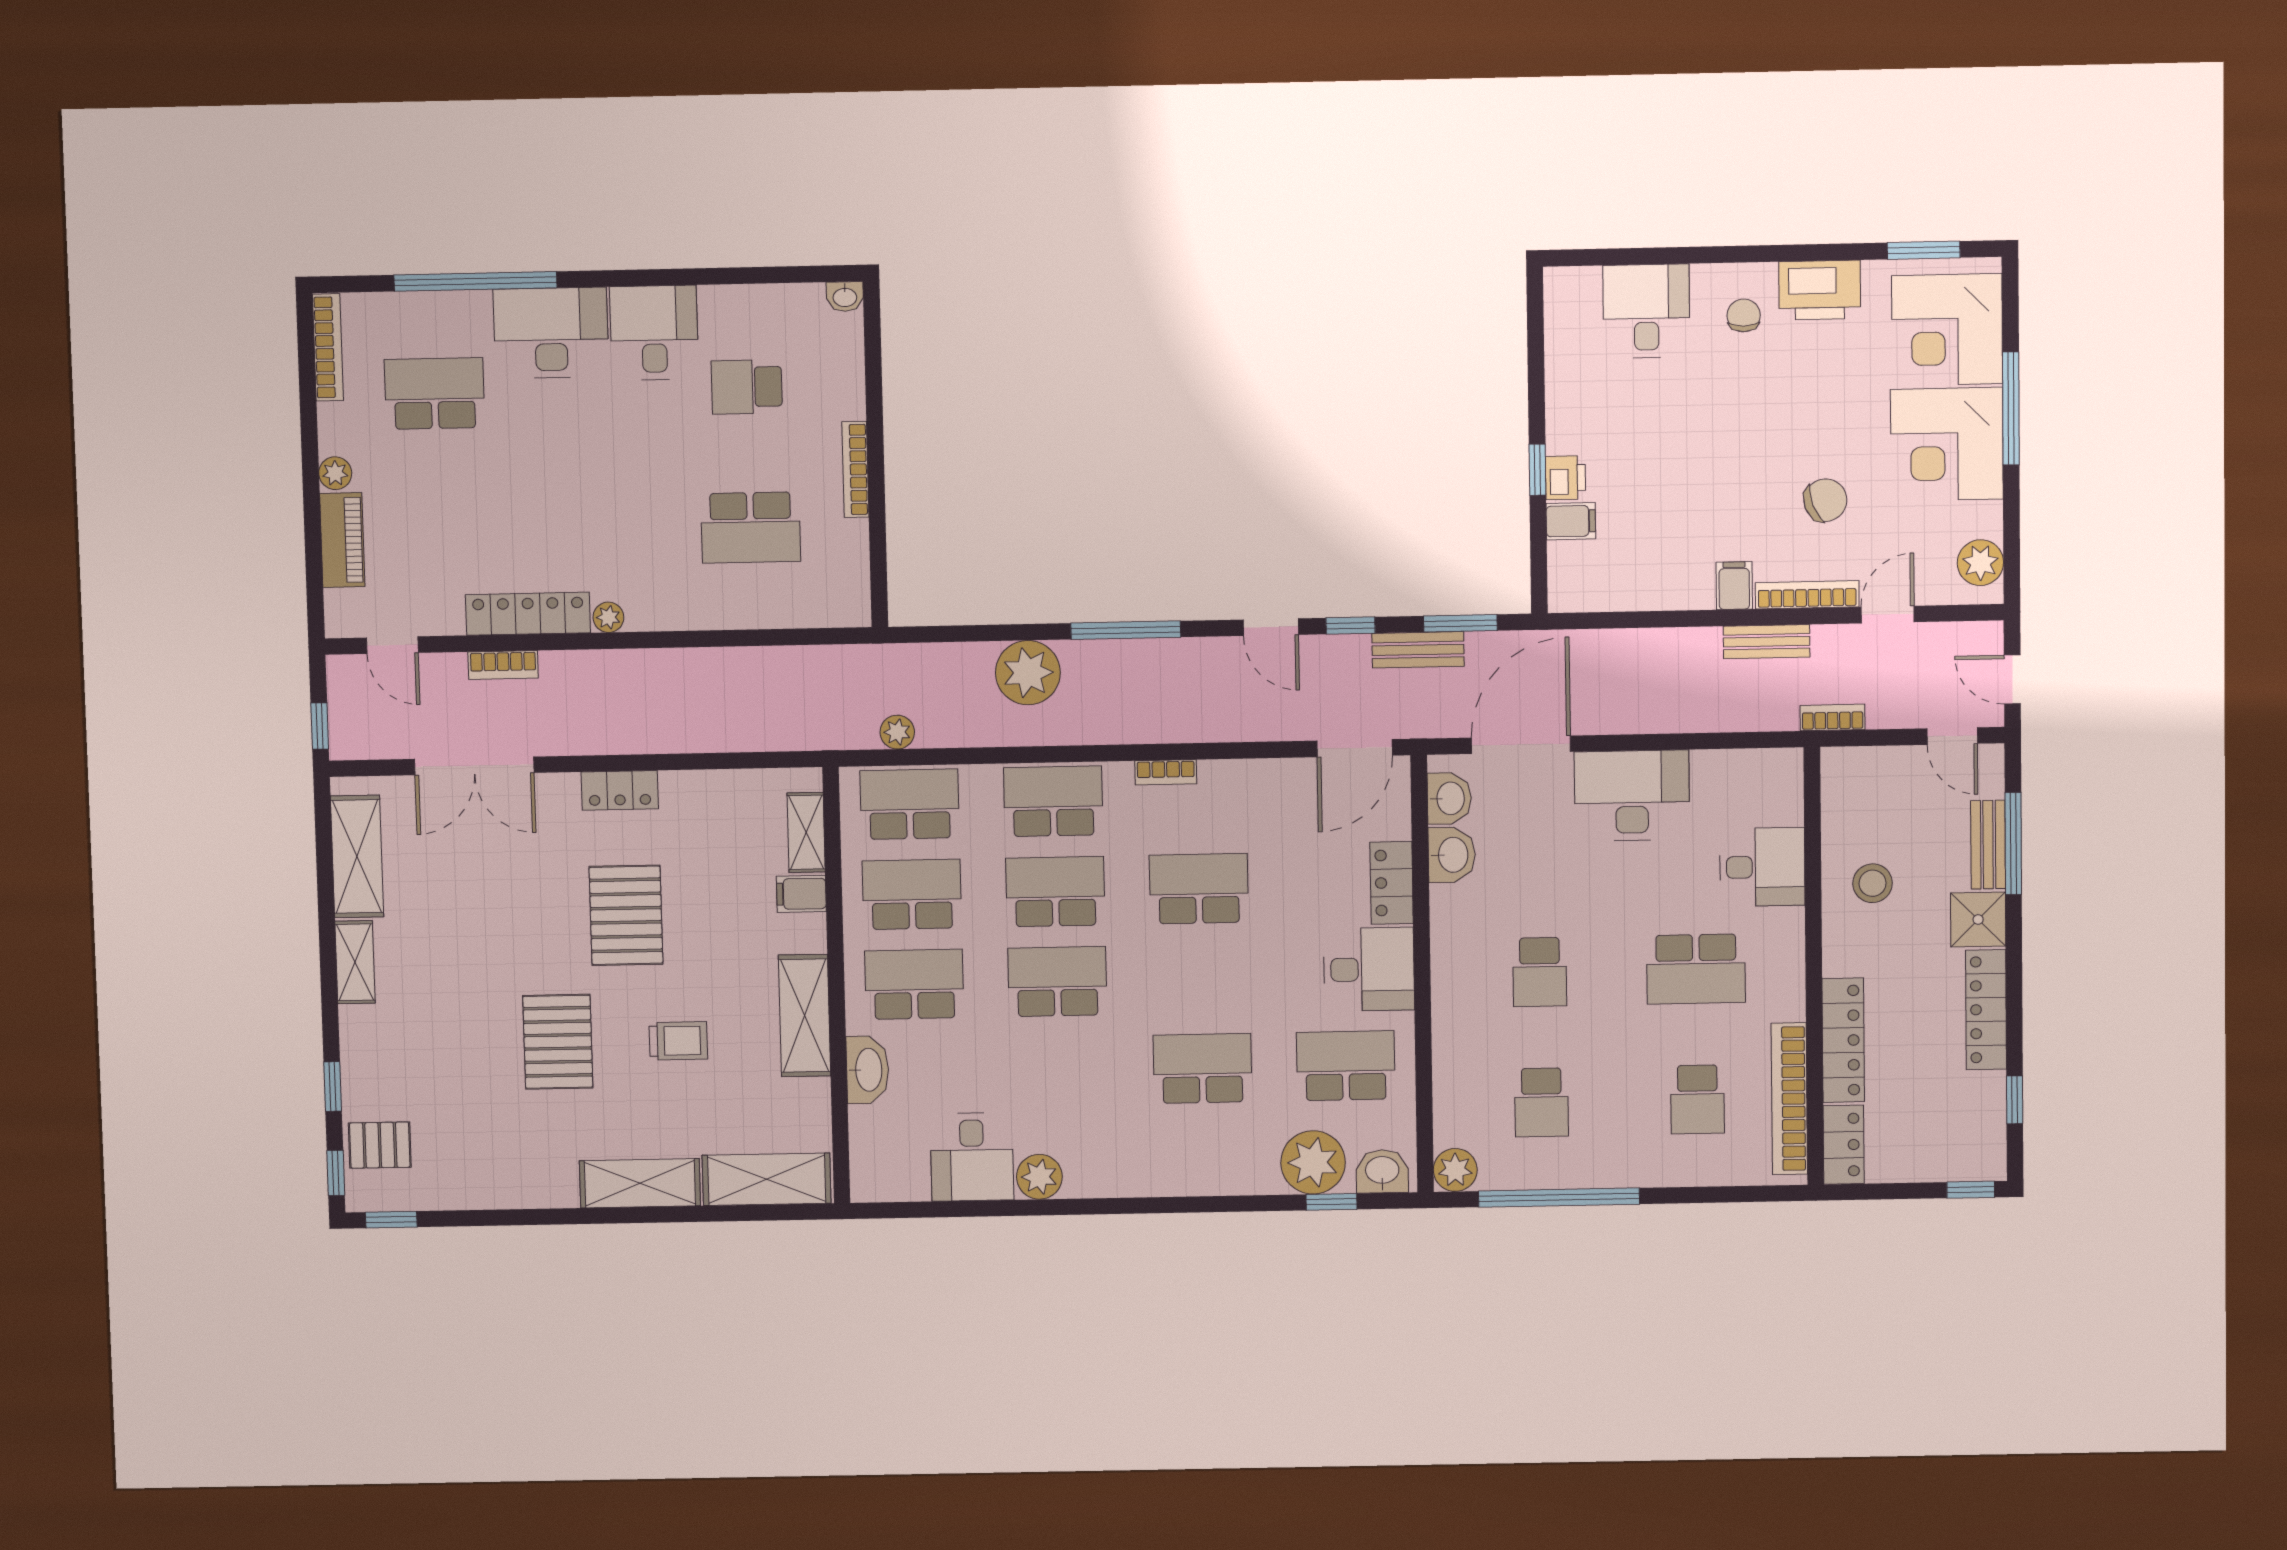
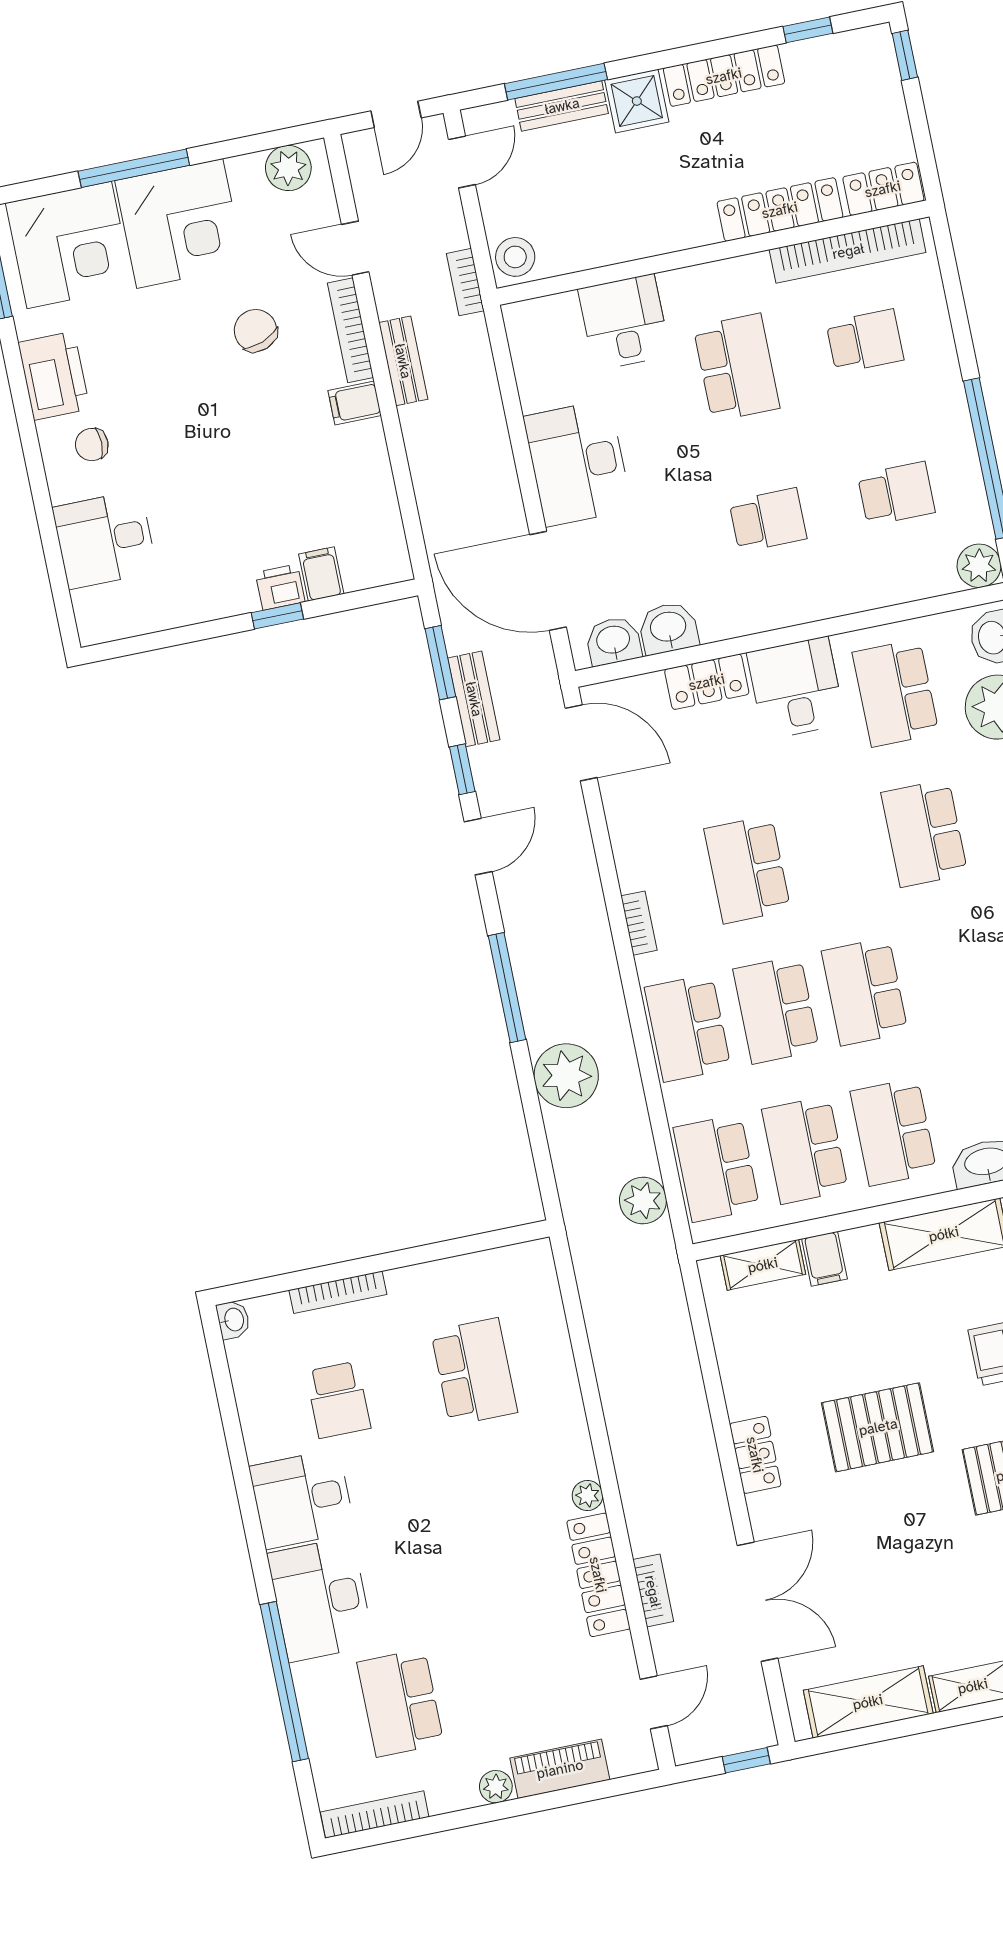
bookcase: (855, 469) -> (338, 1292), moved
plant: (897, 732) -> (643, 1201), width x1.38, depth x1.38
stool: (1873, 883) -> (515, 257), moved

